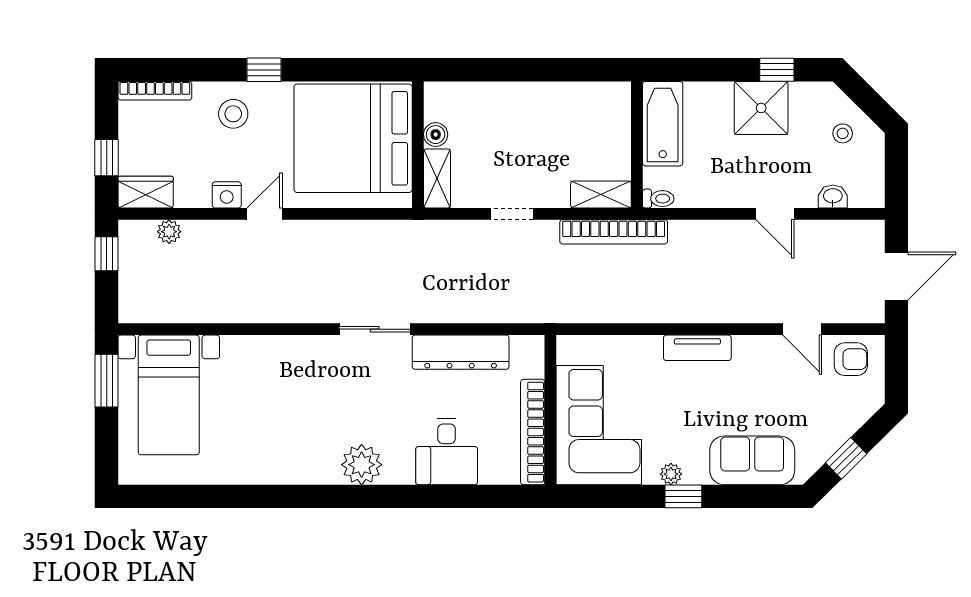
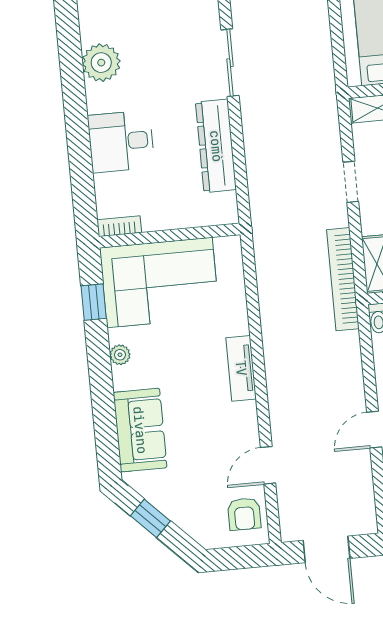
bookcase: (533, 432) -> (119, 226), width x0.43, depth x0.76
window: (683, 496) -> (94, 302), moved

